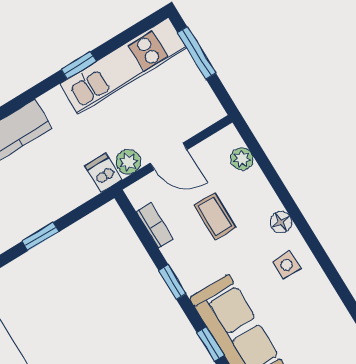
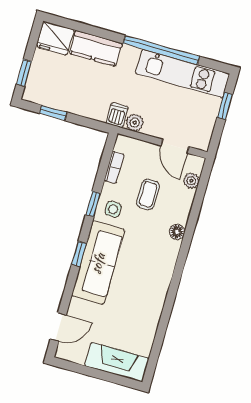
window: (197, 53) -> (225, 106), width x0.67
window: (79, 65) -> (161, 50), width x3.17
door: (169, 156) -> (175, 146), moved
side table: (287, 265) -> (113, 209), moved

